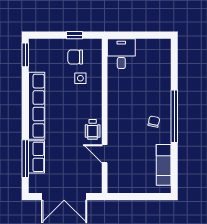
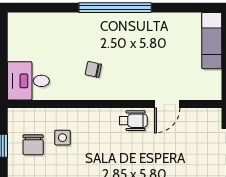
chair: (154, 122) -> (93, 69), moved
exam couch: (164, 165) -> (212, 41), moved, turned 90

